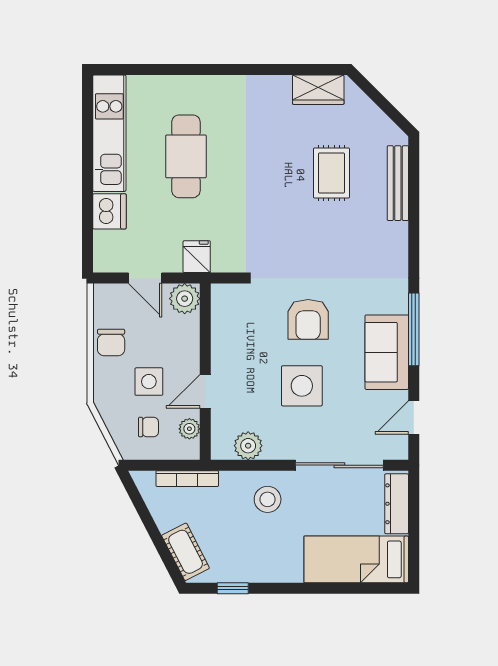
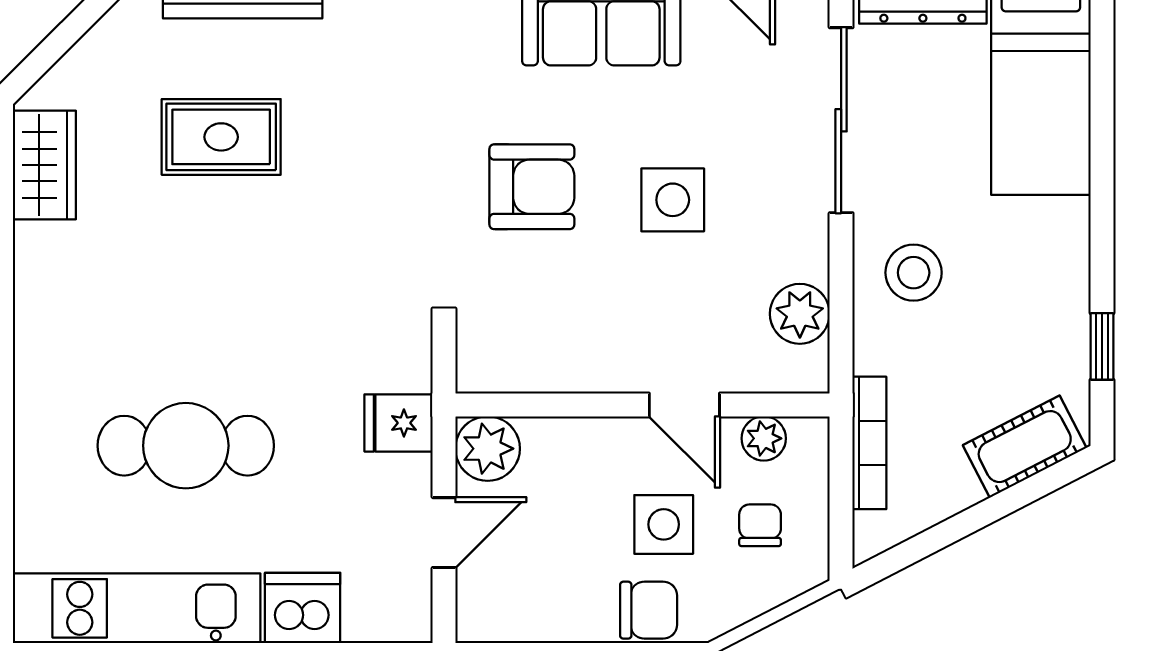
chair: (111, 342) -> (649, 610), moved
side table: (302, 386) -> (673, 200), width x0.73, depth x0.73

